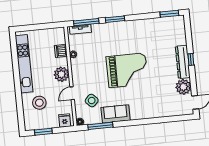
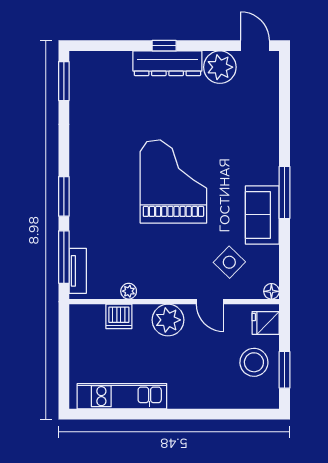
kitchen unit: (24, 64) -> (122, 396), width x0.73
stool: (39, 103) -> (254, 362), moved
window: (100, 126) -> (284, 192), moved

